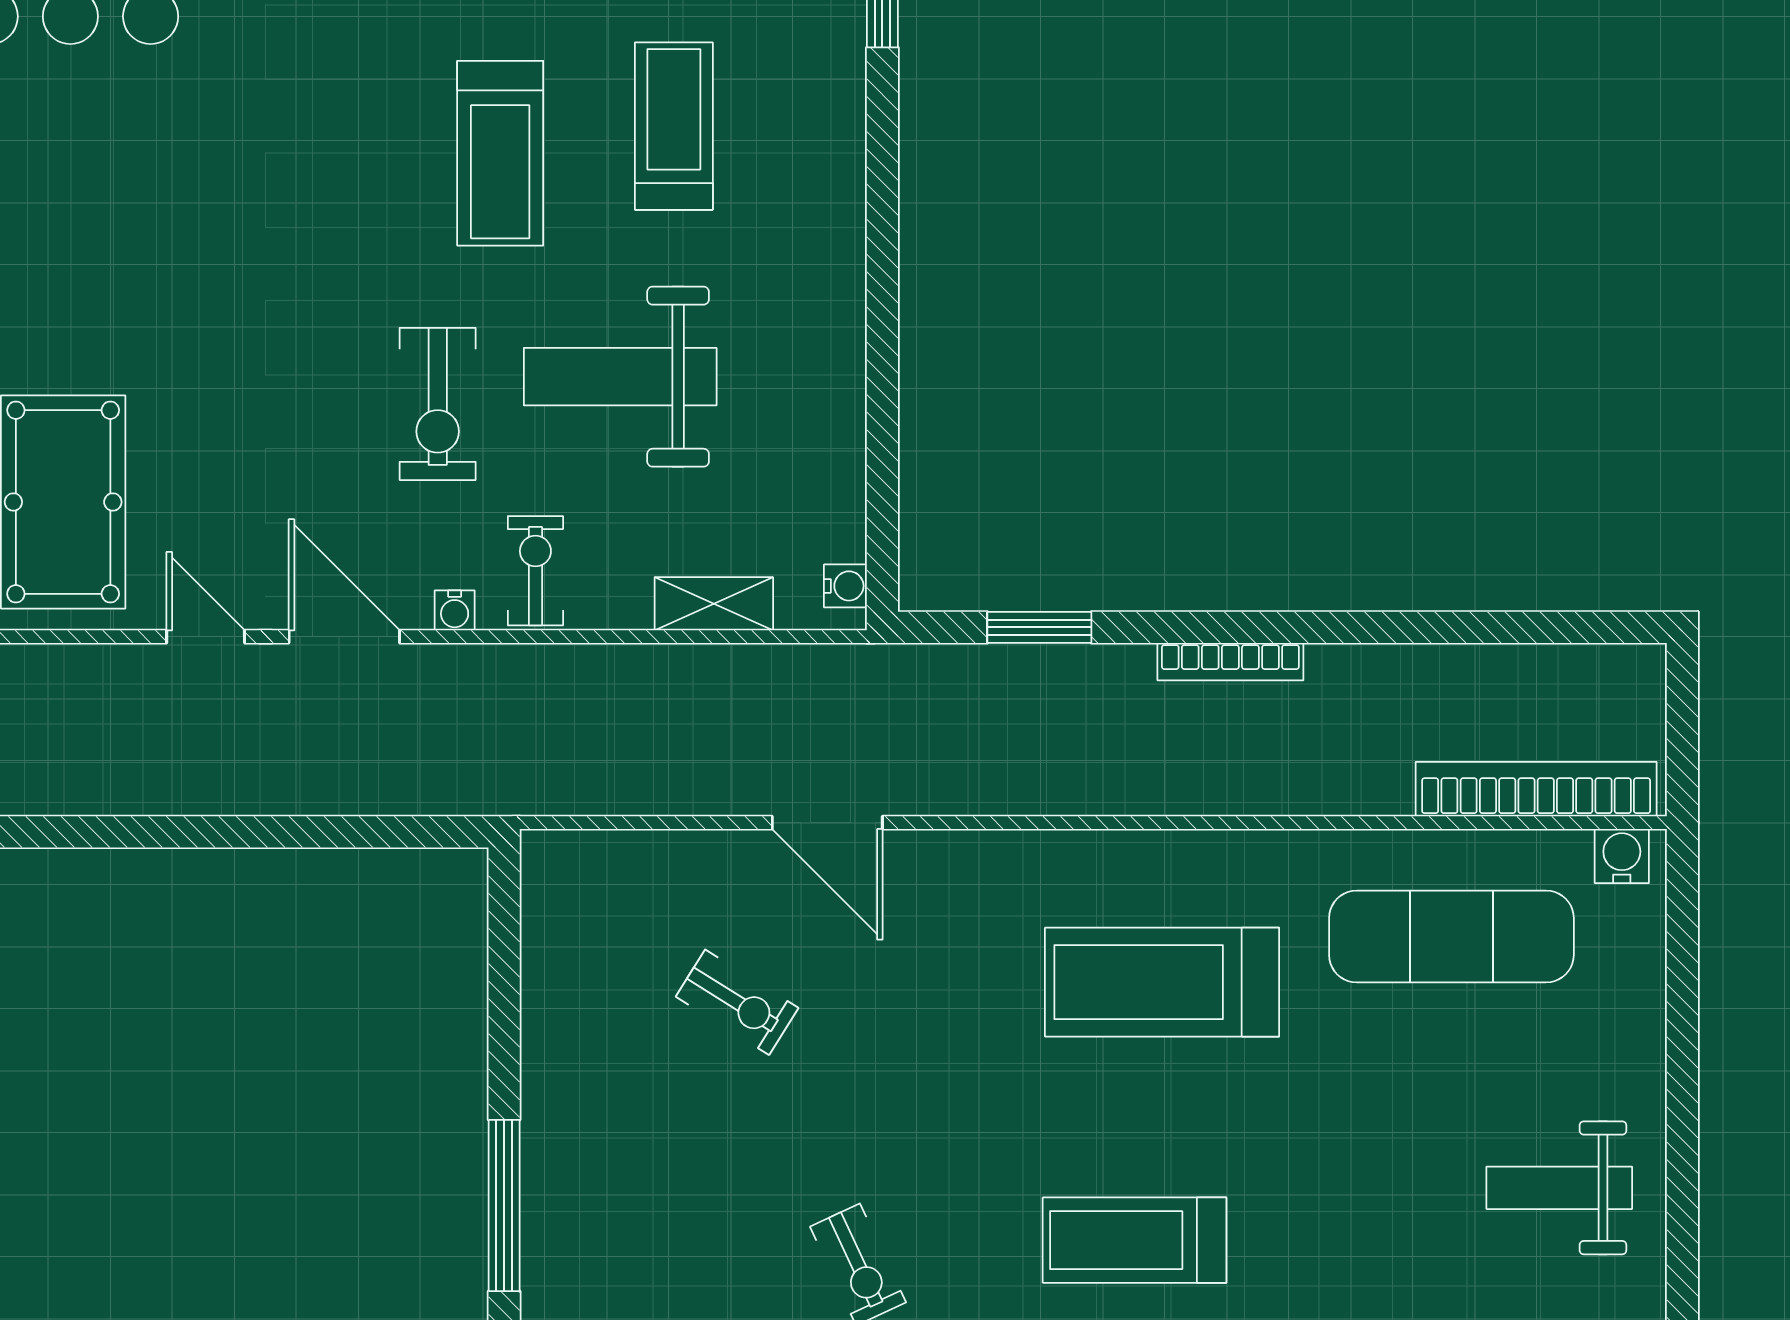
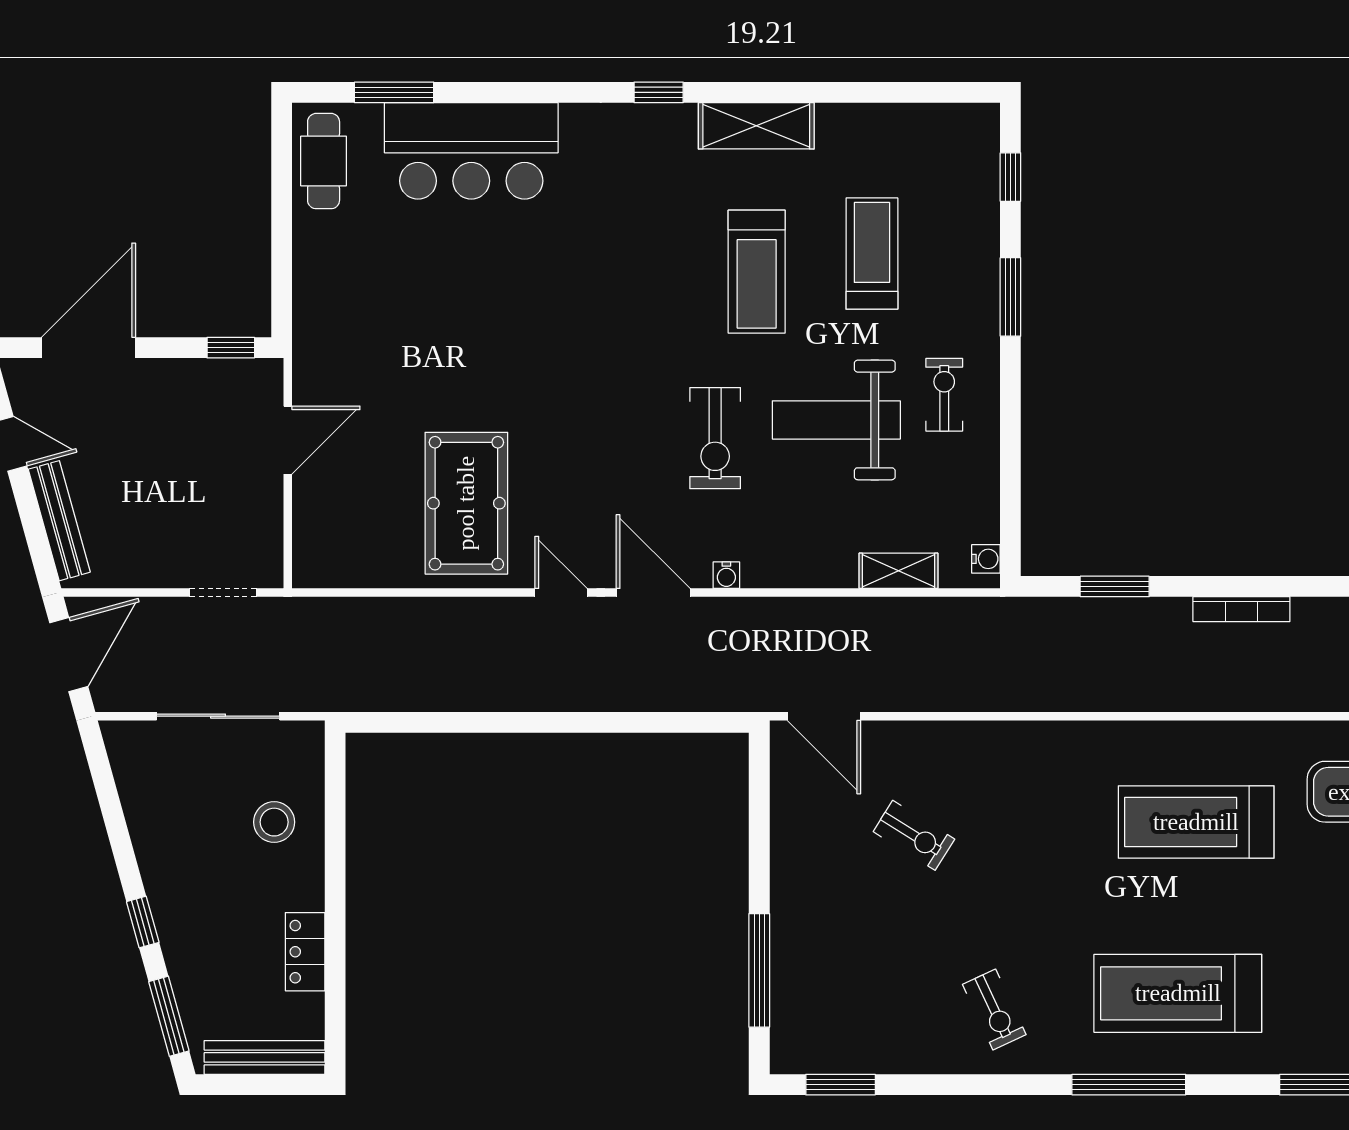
window: (882, 191) -> (1010, 297), added
exercise bike: (535, 571) -> (944, 395), moved
door: (827, 823) -> (824, 716), moved
treadmill: (1135, 1240) -> (1178, 993), width x1.37, depth x1.38

